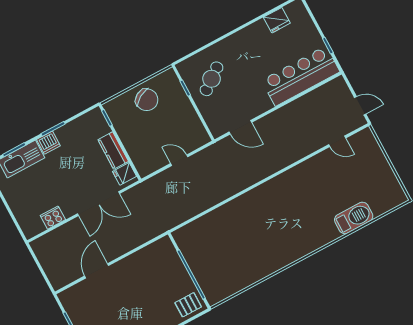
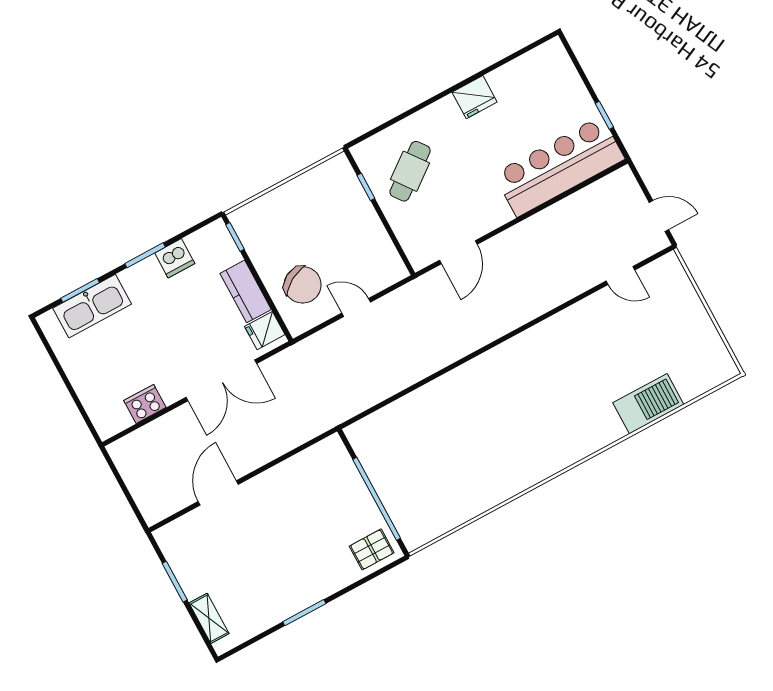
fridge: (277, 20) -> (475, 97), moved
chair: (147, 100) -> (303, 285), moved
door: (240, 127) -> (458, 252), hinge flipped
dishwasher: (48, 143) -> (175, 258), moved

